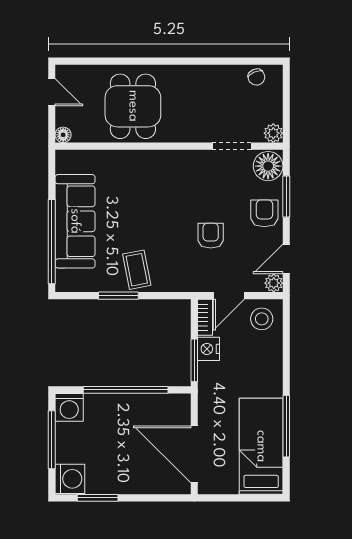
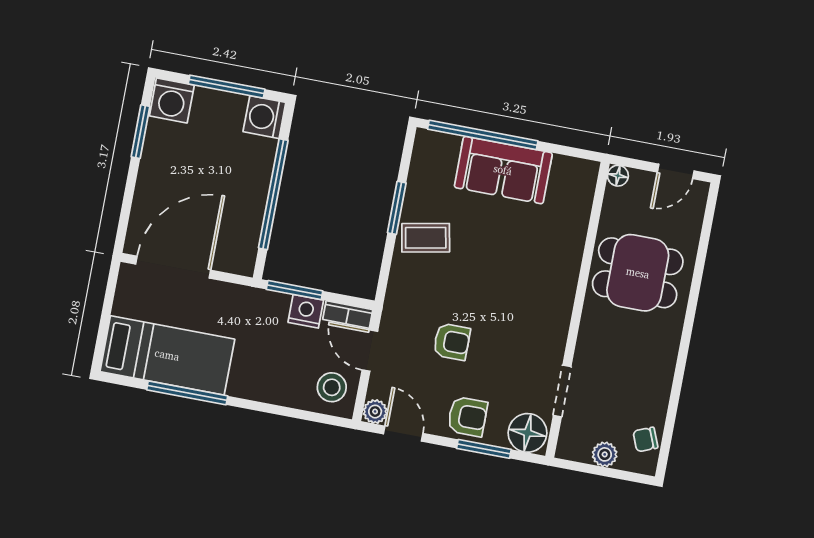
plant: (273, 133) -> (605, 454), moved
sofa: (75, 221) -> (503, 170), width x0.73

